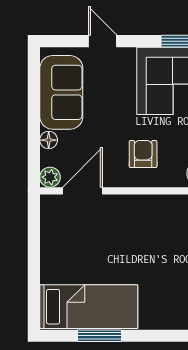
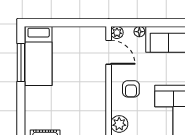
armchair: (143, 154) -> (131, 89), turned 90
window: (99, 336) -> (21, 62), width x1.44

